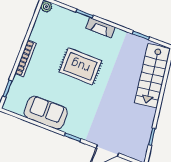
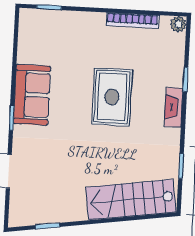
bookcase: (26, 58) -> (132, 20), moved
sofa: (46, 113) -> (32, 95), moved

